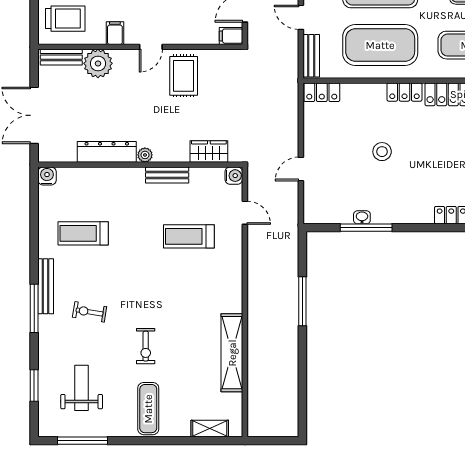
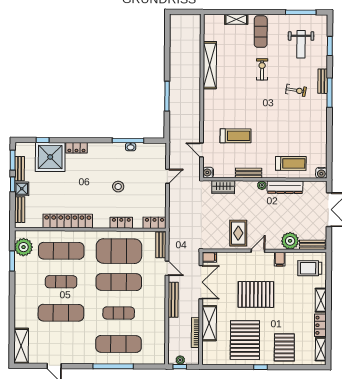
locker: (404, 92) -> (121, 223), moved
treadmill: (83, 233) -> (291, 163), moved
bench: (46, 286) -> (323, 81), moved, width x0.73
shelving: (210, 429) -> (236, 19), moved

